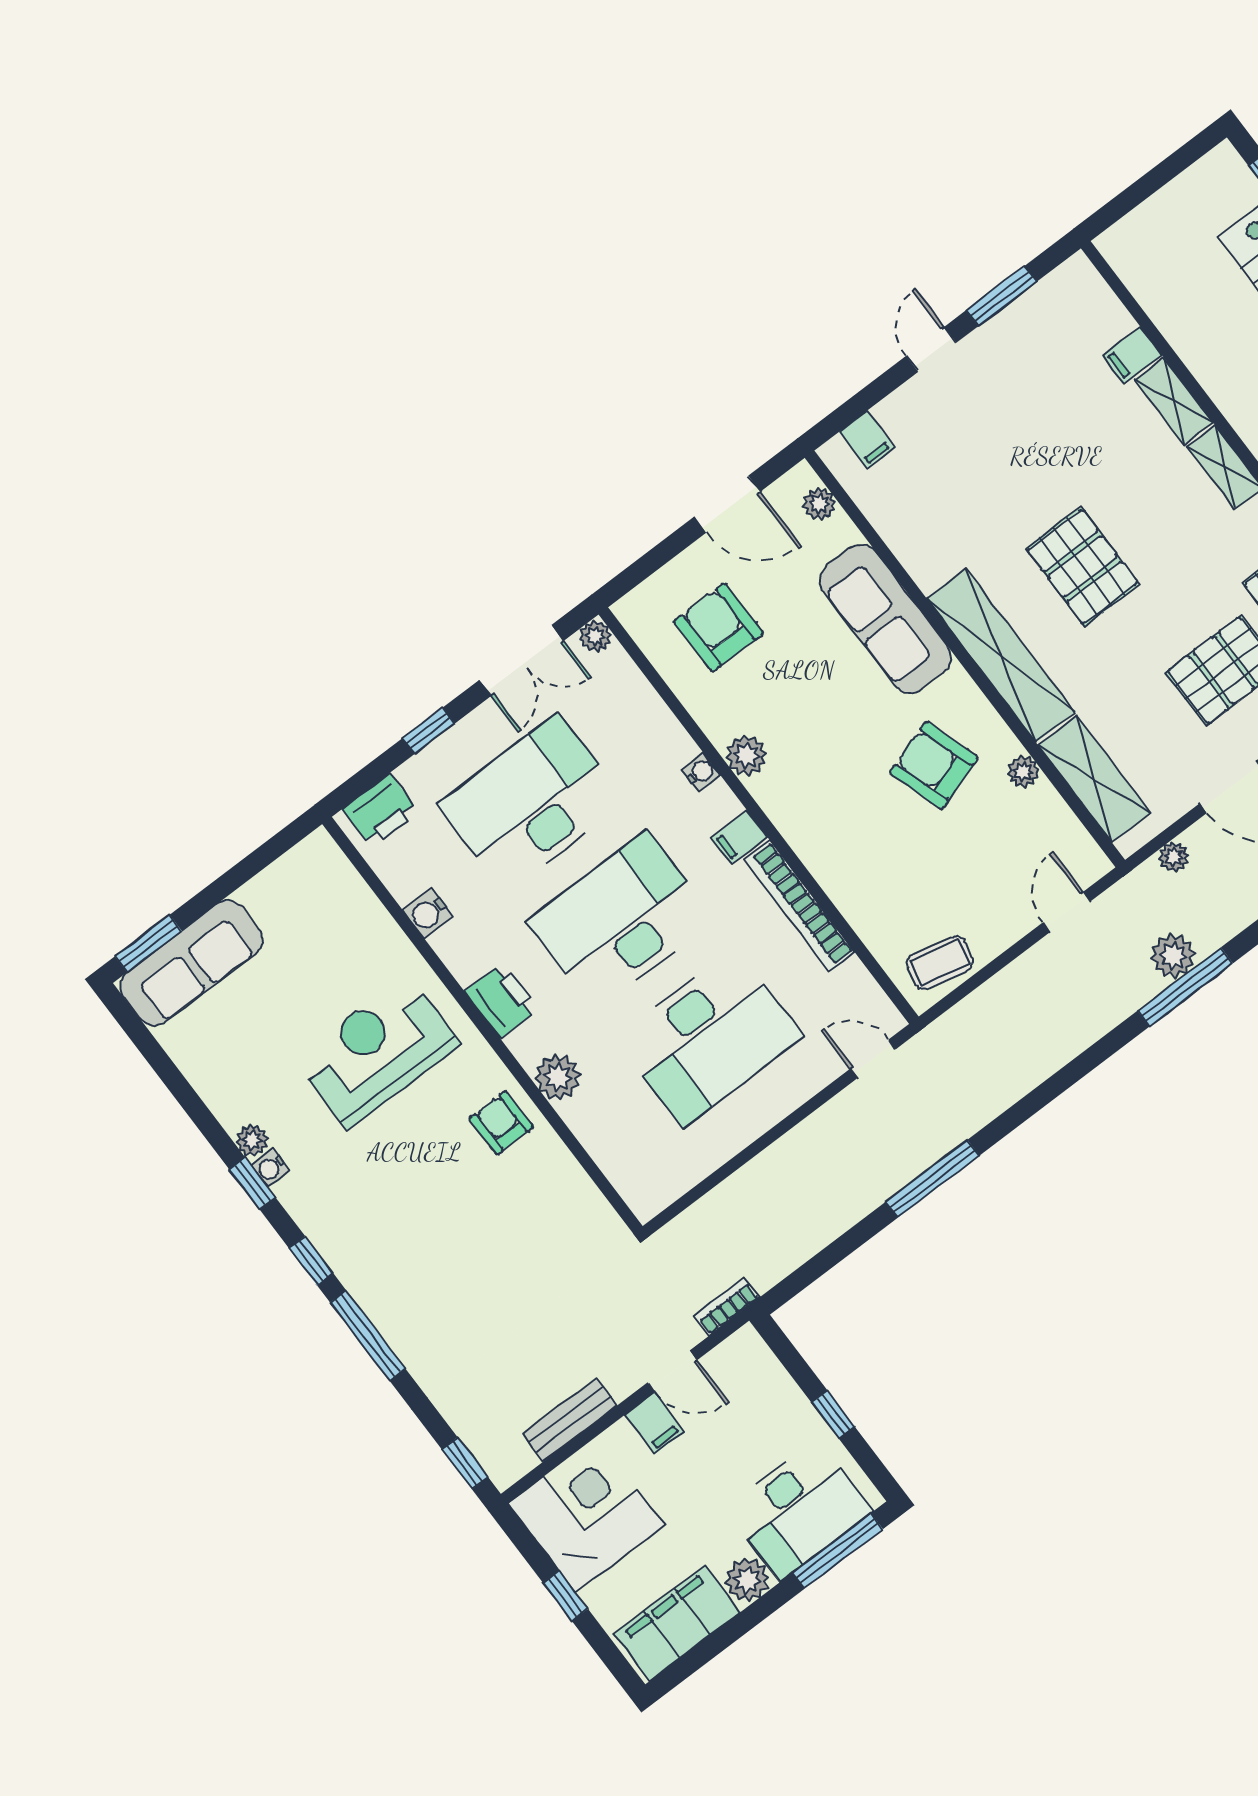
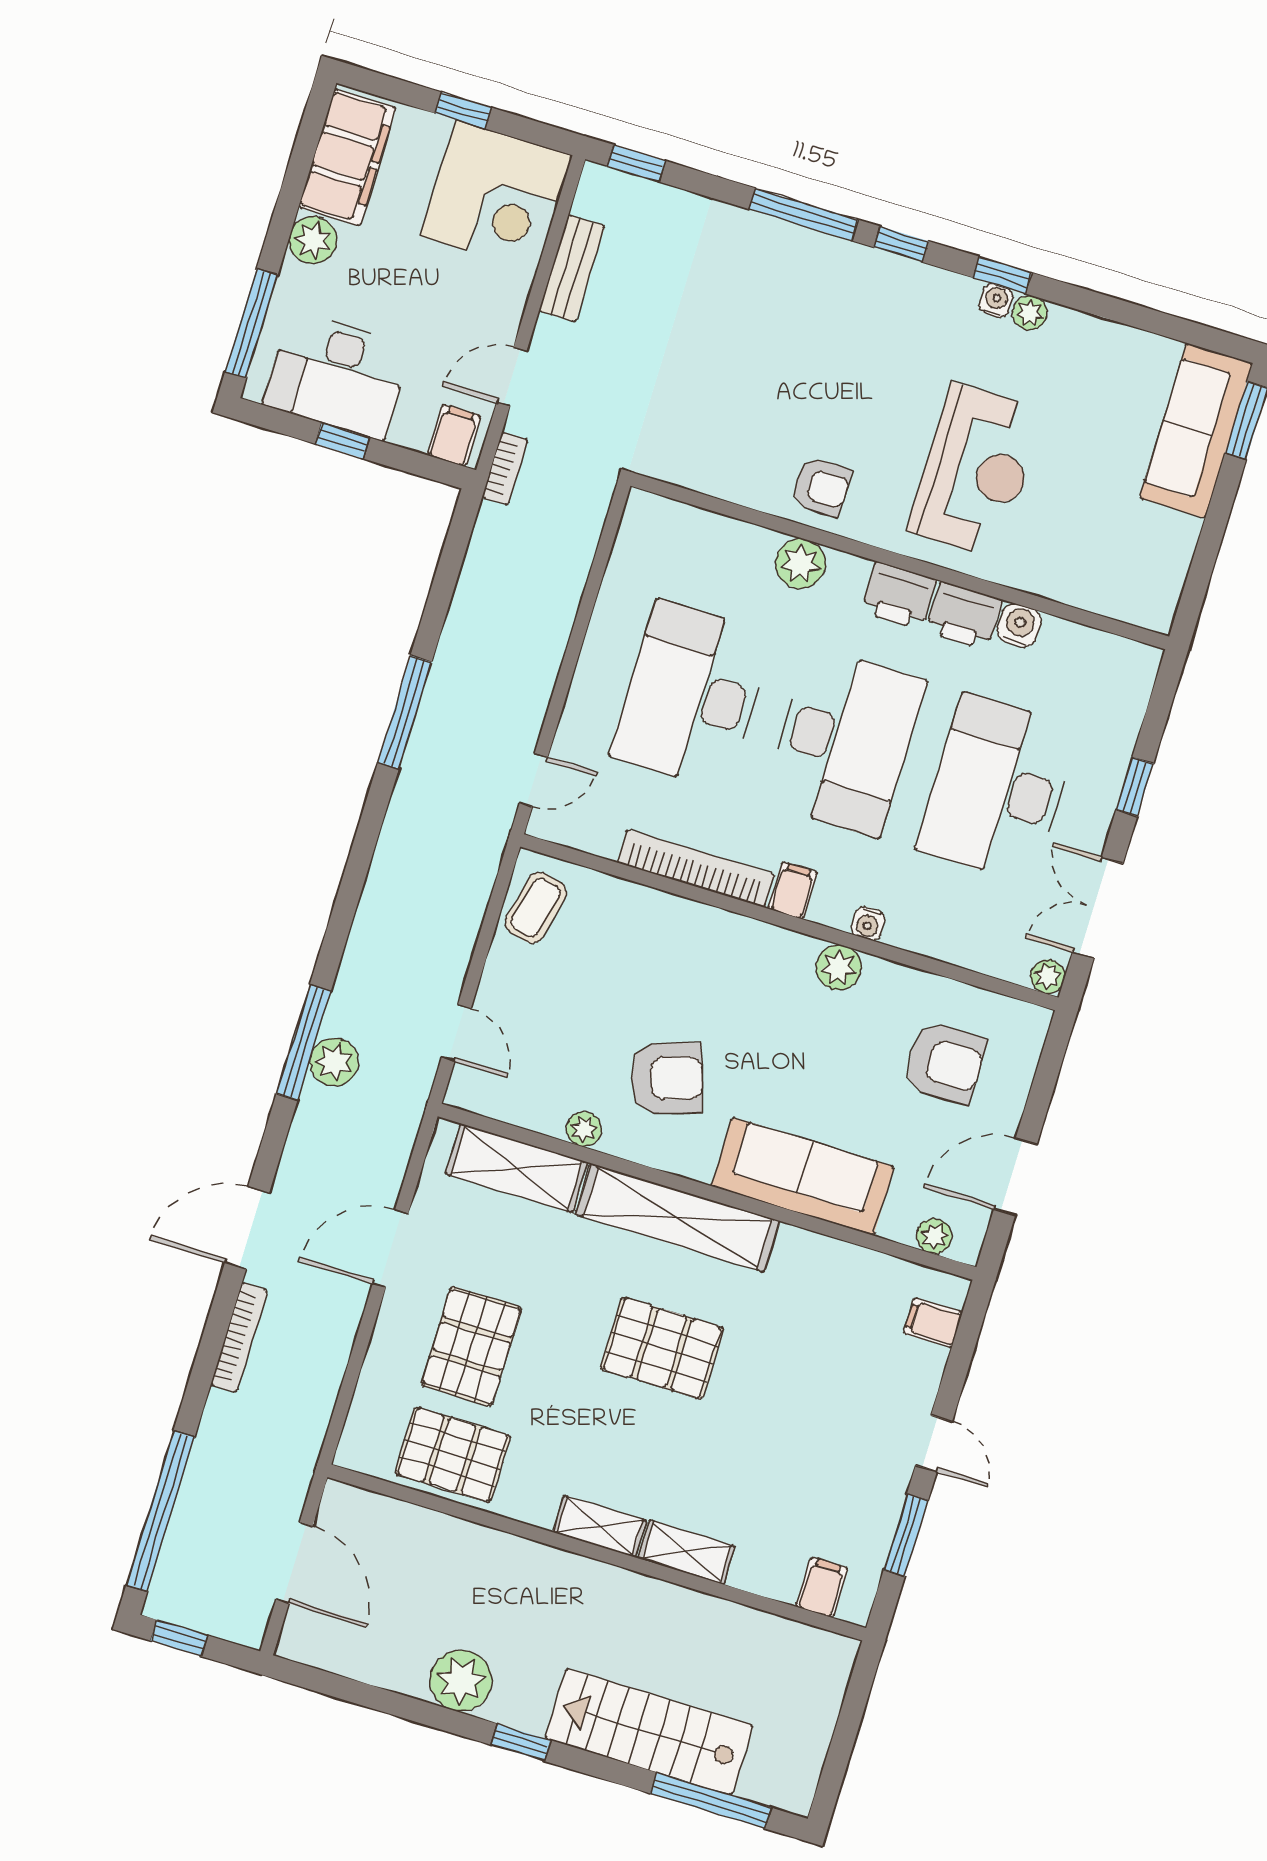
filing cabinet: (1132, 355) -> (822, 1587), moved
desk: (532, 803) -> (998, 788), turned 180
printer: (381, 811) -> (964, 616), moved, turned -90
plant: (1174, 857) -> (397, 1150), removed
filing cabinet: (654, 1423) -> (454, 435), moved, turned 90
desk: (799, 1510) -> (337, 375), moved, turned -90

